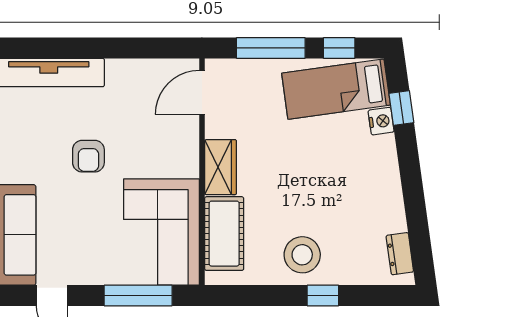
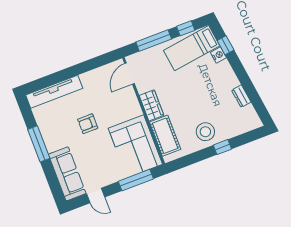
armchair: (88, 156) -> (88, 124), turned 90
dresser: (400, 254) -> (241, 96), moved

